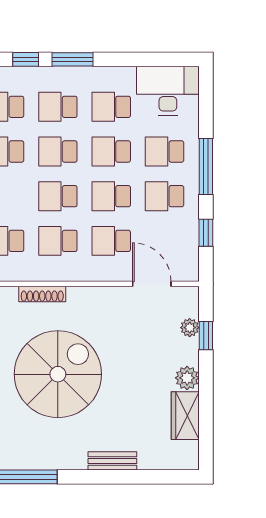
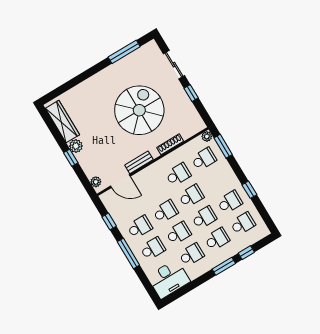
school desk: (111, 241) -> (152, 190), removed
plant: (190, 328) -> (96, 182), moved
window: (206, 336) -> (71, 158), moved
spiral stairs: (58, 374) -> (139, 110), turned 180
wardrobe: (185, 416) -> (62, 121), width x1.50
bench: (112, 461) -> (139, 162), moved

